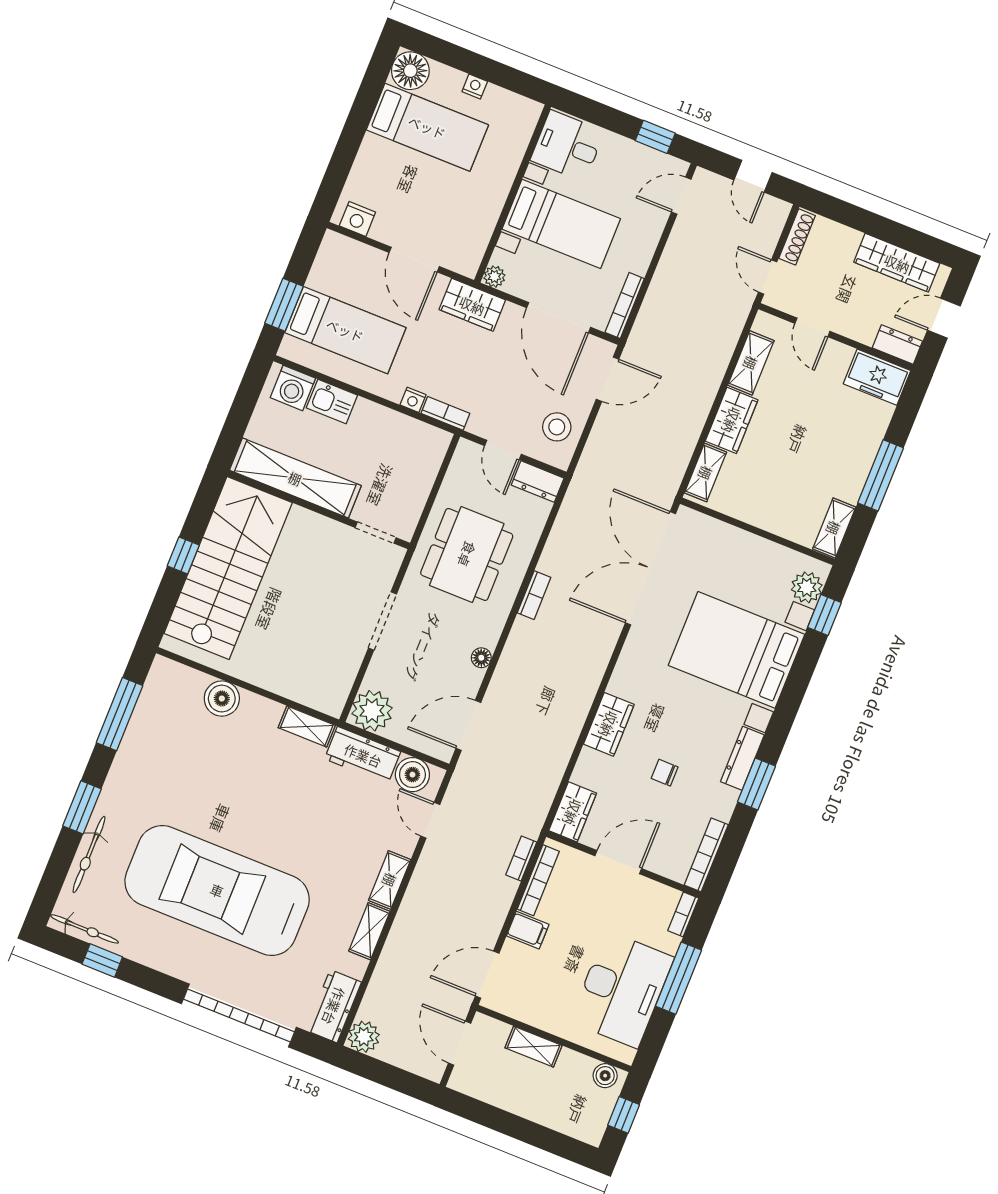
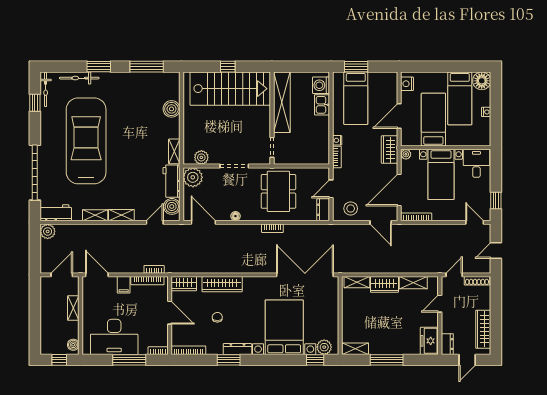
bed: (448, 196) -> (433, 120), added
door: (944, 318) -> (467, 360), swing flipped
dining table: (467, 554) -> (278, 191), turned 90
plant: (340, 678) -> (201, 157), added
wardrobe: (609, 724) -> (222, 284), width x1.50

